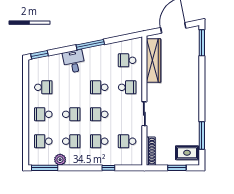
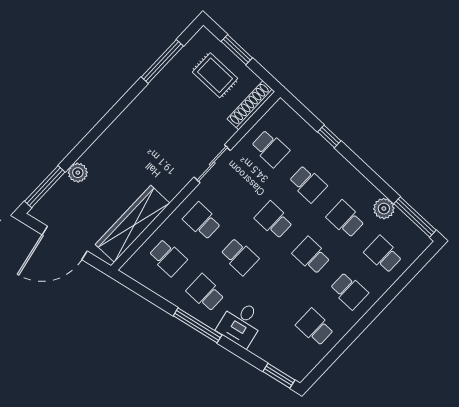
school desk: (99, 60) -> (205, 293), added
plant: (194, 60) -> (78, 173), added
school desk: (99, 114) -> (274, 220), turned 180
school desk: (43, 141) -> (383, 254), turned 180
rug: (187, 153) -> (215, 75), moved

